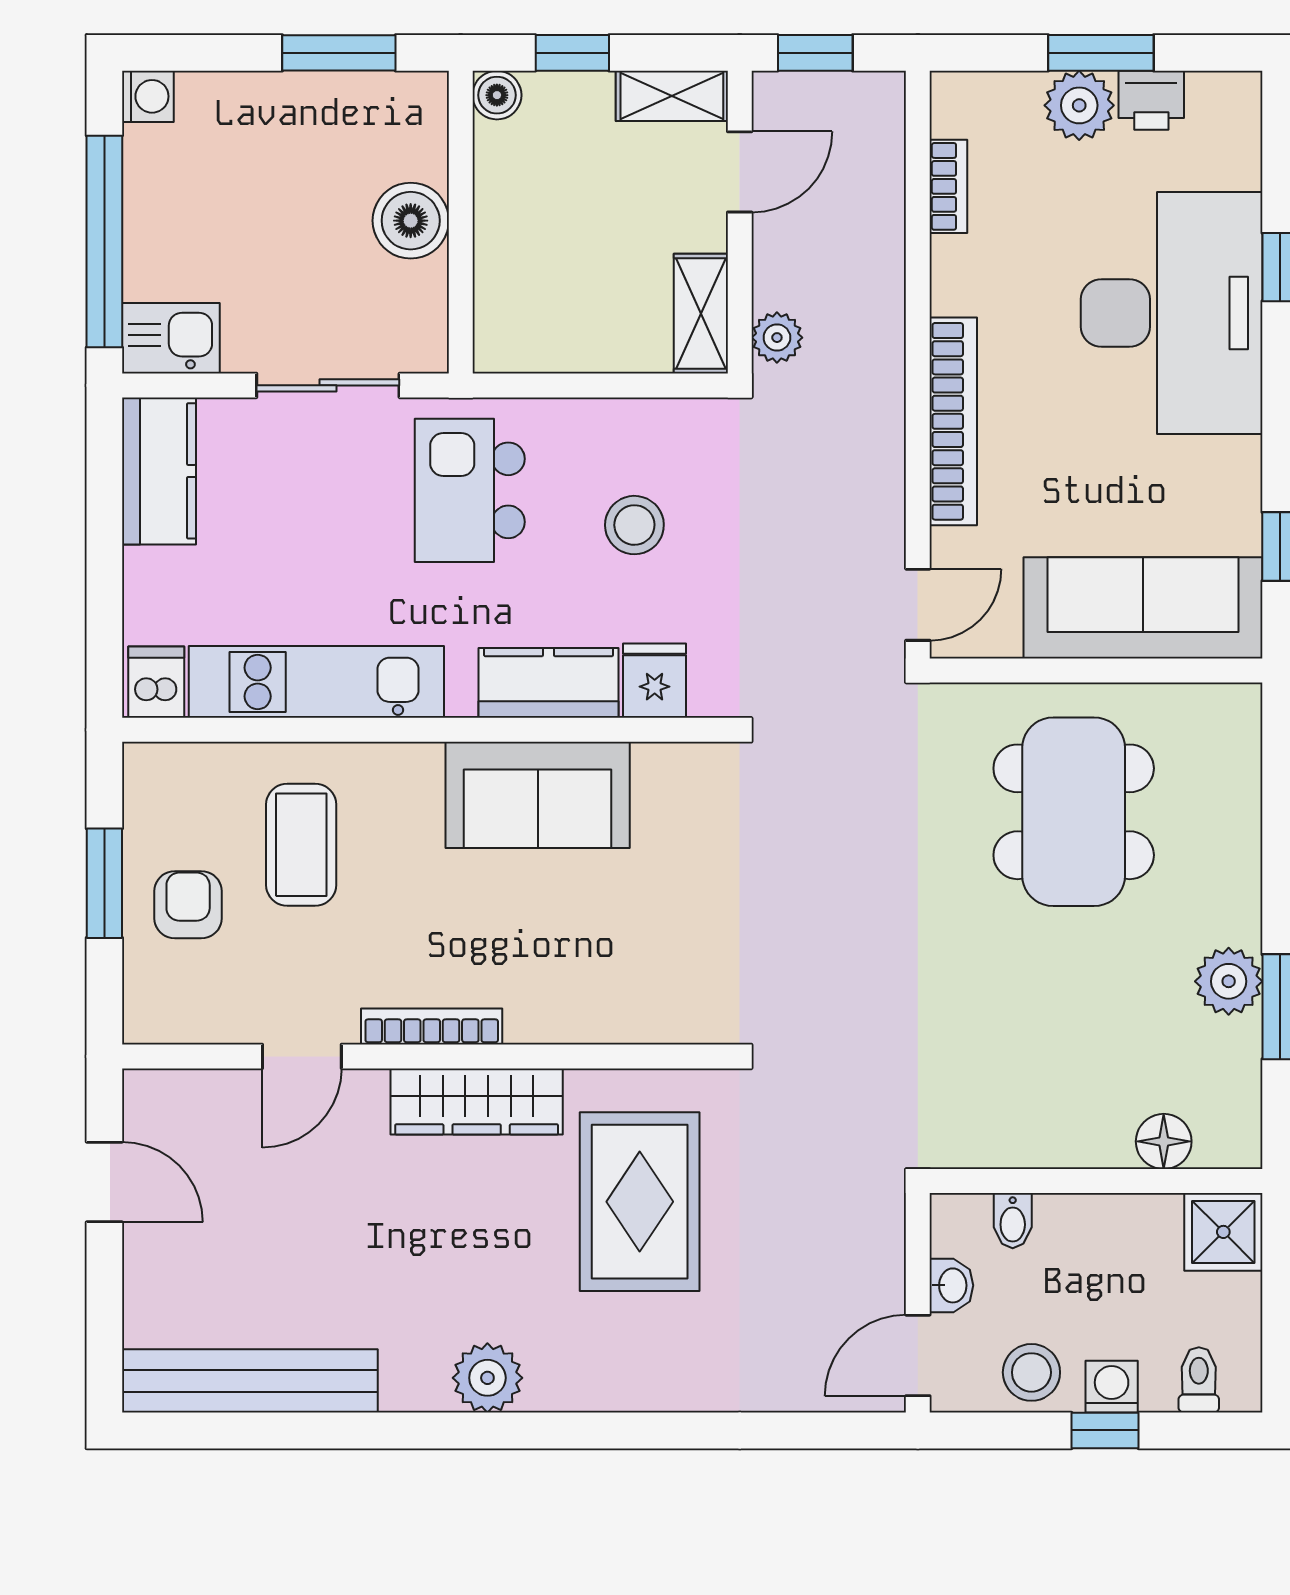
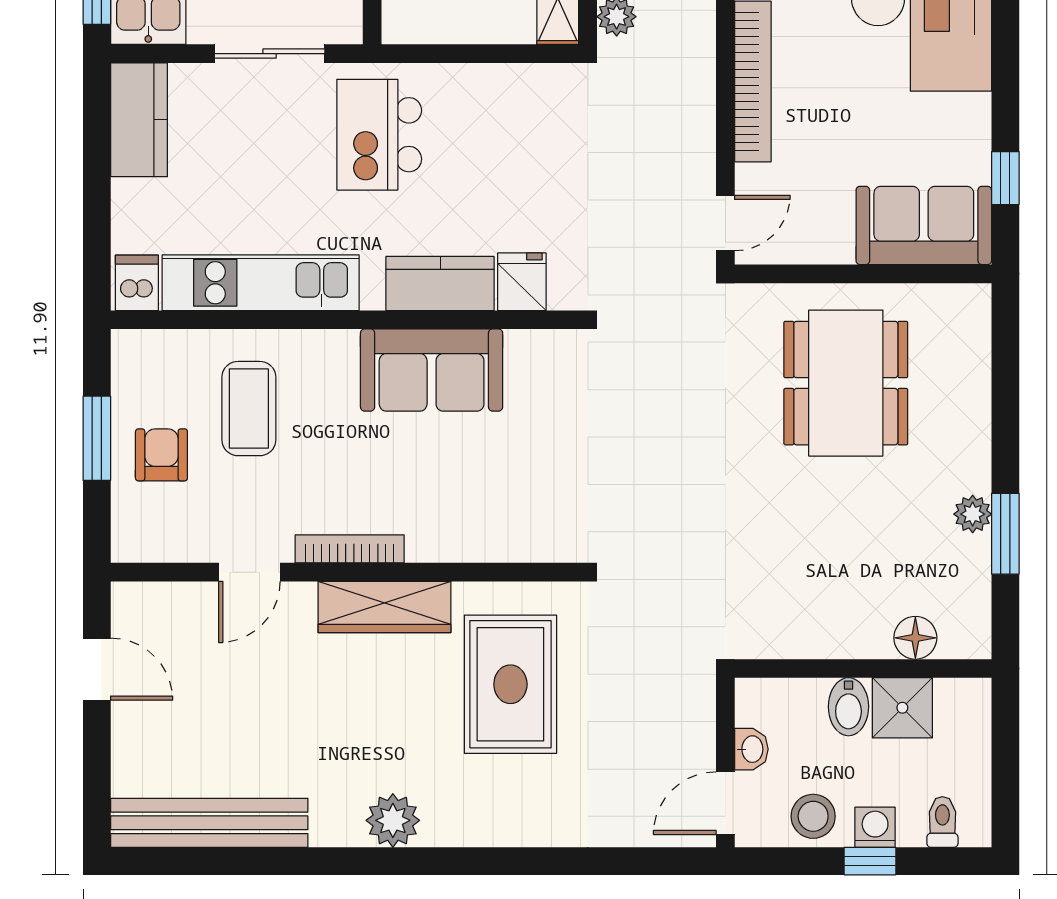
stool: (634, 525) -> (506, 162), removed
sofa: (1143, 608) -> (924, 225), width x0.73
plant: (1229, 981) -> (973, 514), width x0.73, depth x0.73
bidet: (1013, 1221) -> (848, 707), moved, width x1.38, depth x1.36
shower: (1223, 1232) -> (902, 708), moved

